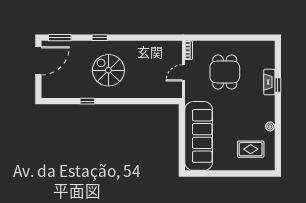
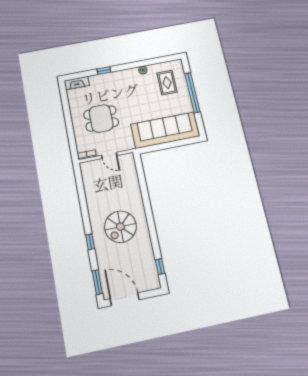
fireplace: (269, 82) -> (77, 83), moved
window: (87, 101) -> (160, 267), moved
window: (234, 173) -> (192, 93), added

